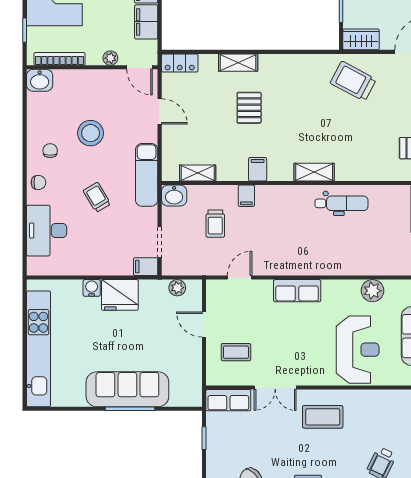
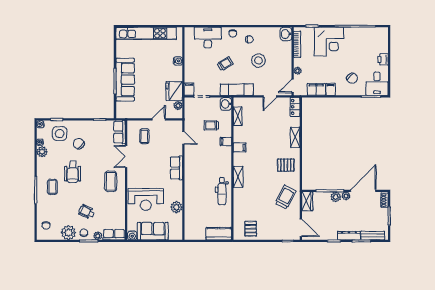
pallet: (249, 108) -> (286, 165), moved
fridge: (120, 295) -> (174, 91), moved

